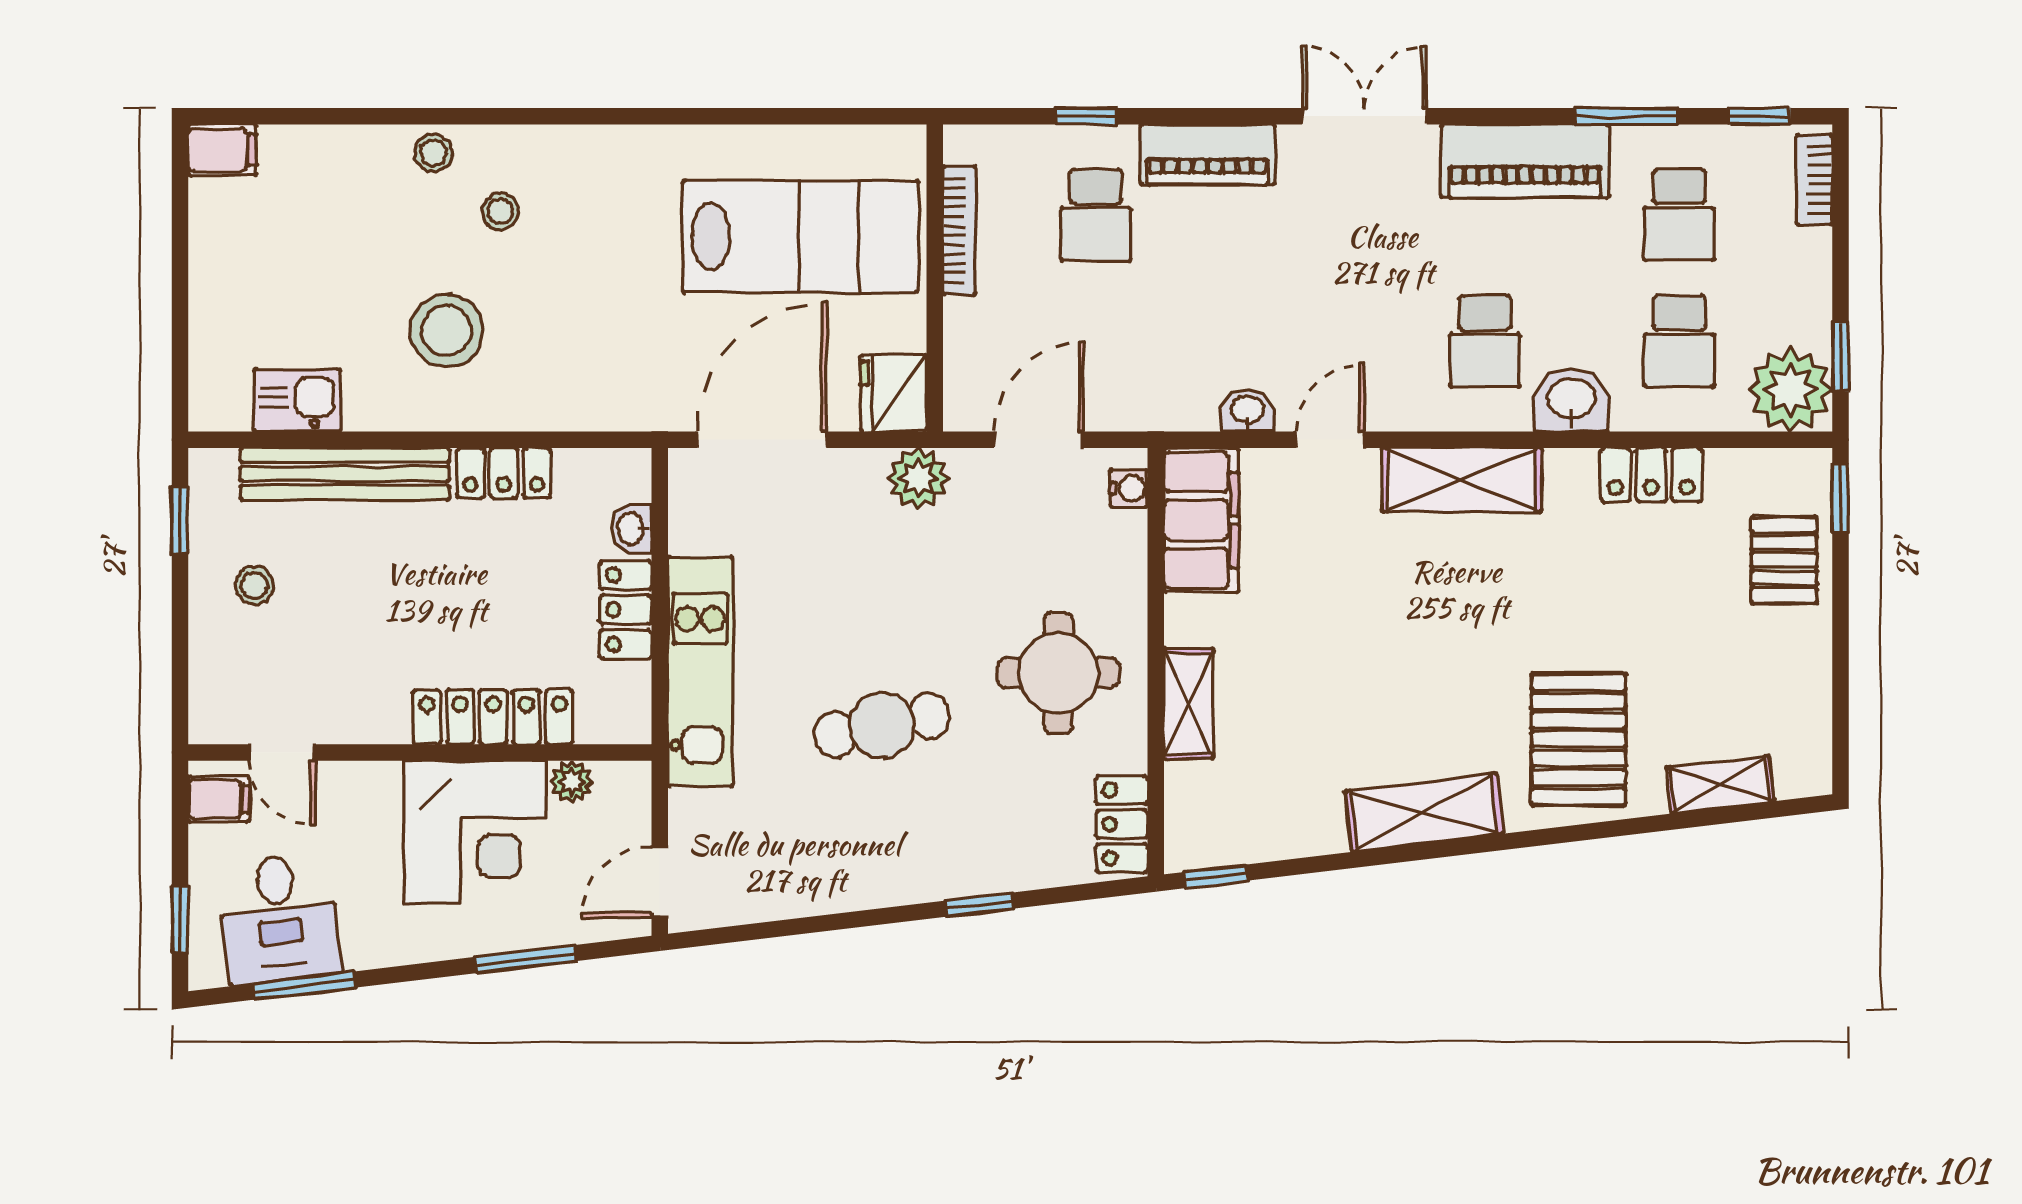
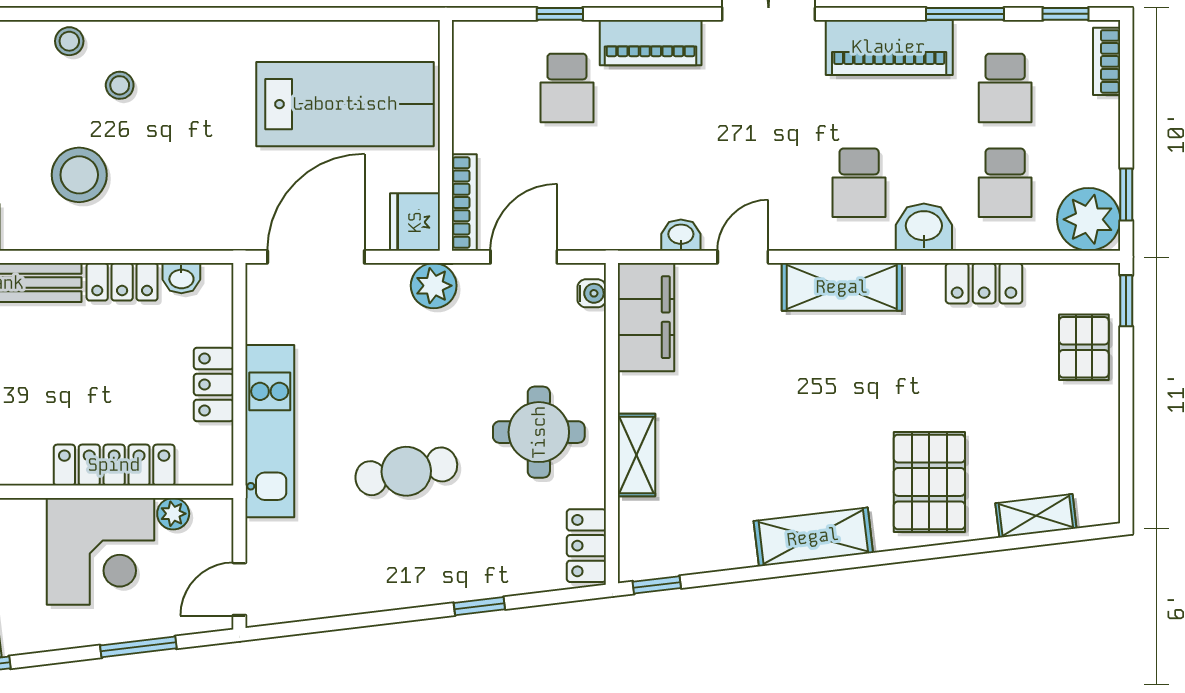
bookcase: (959, 231) -> (464, 202), moved
washbasin: (632, 528) -> (181, 278), moved, turned -90

